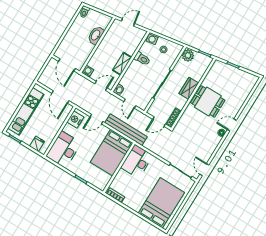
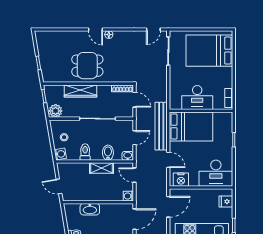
bidet: (131, 76) -> (108, 153), added
wardrobe: (189, 88) -> (81, 91), width x1.50
dining table: (208, 101) -> (87, 66), turned 90
desk: (137, 162) -> (197, 98), moved

